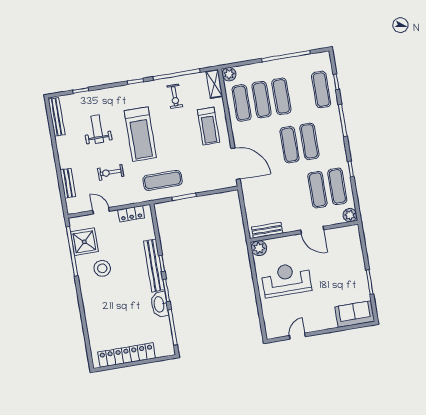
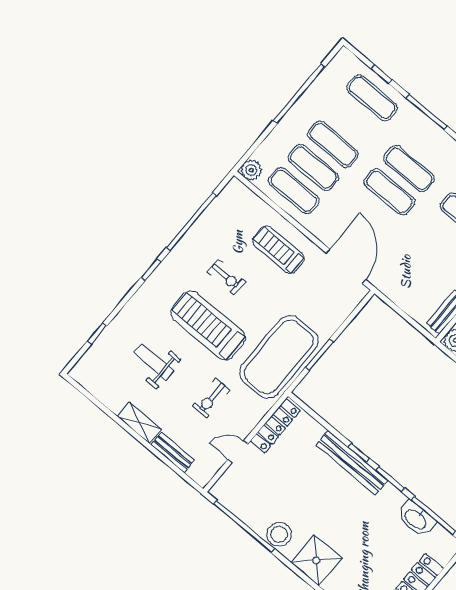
shelving: (214, 84) -> (139, 423), moved
exercise bike: (175, 96) -> (226, 277), moved
bench: (57, 117) -> (95, 387), removed
treadmill: (209, 126) -> (278, 250), turned 180
treadmill: (140, 134) -> (208, 325), turned 180
door: (235, 164) -> (346, 266), hinge flipped
exercise mat: (163, 180) -> (279, 357), width x2.00, depth x1.45
locker: (131, 214) -> (275, 426), width x1.53
shower: (84, 242) -> (316, 560), moved
stool: (102, 268) -> (279, 534), moved
washbasin: (159, 304) -> (416, 519), moved

